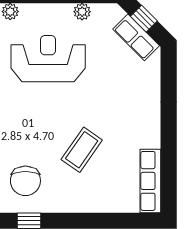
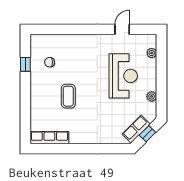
coffee table: (82, 150) -> (68, 96), turned 55
chair: (25, 181) -> (50, 62), width x0.54, depth x0.54

